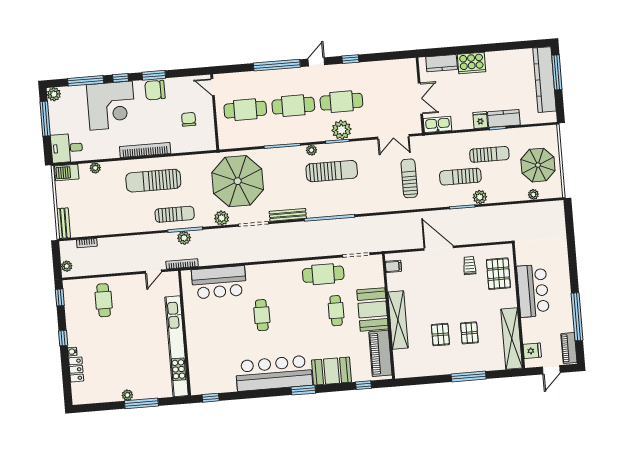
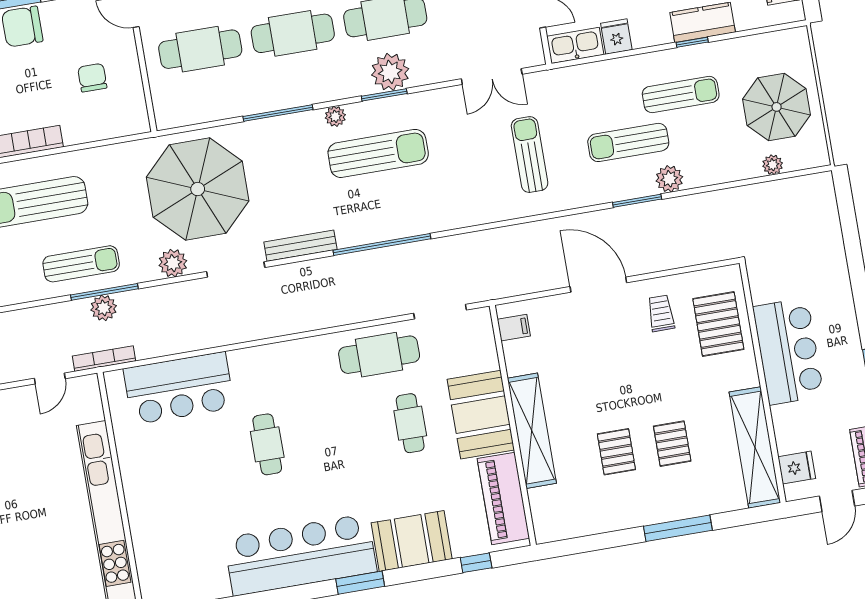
fridge: (480, 120) -> (616, 37), moved

